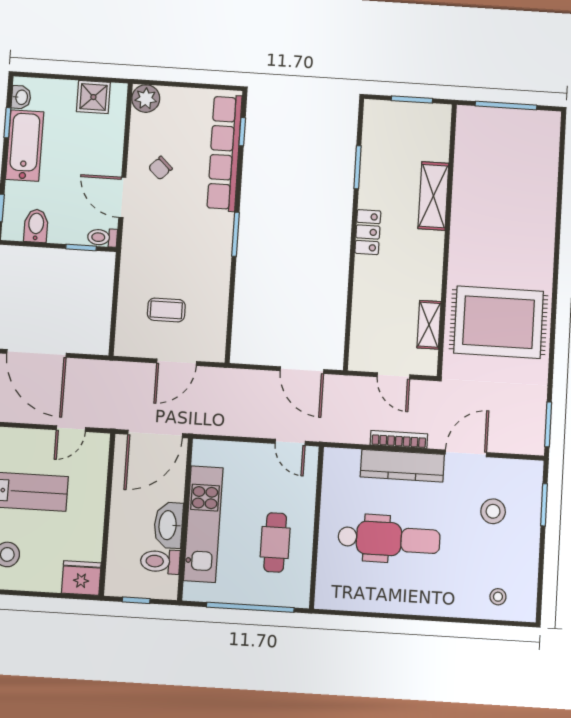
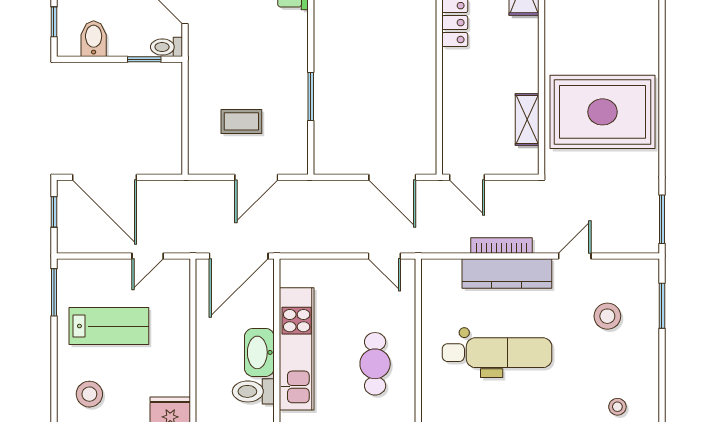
window: (235, 234) -> (311, 97), moved
door: (394, 376) -> (467, 177), moved
door: (466, 453) -> (575, 256), width x0.73

